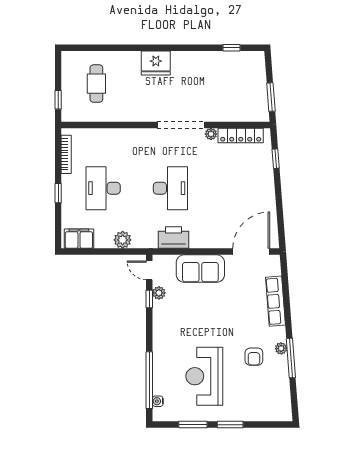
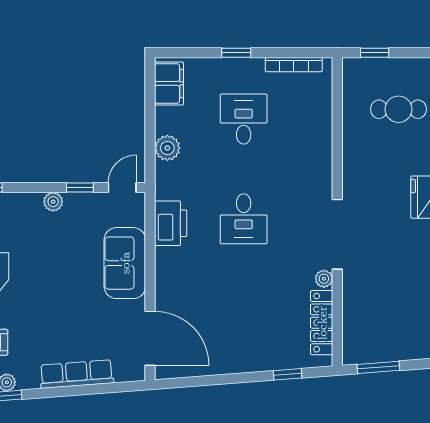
desk: (103, 188) -> (244, 119), width x0.73
desk: (170, 188) -> (244, 219), width x0.73
plant: (159, 293) -> (53, 202), moved

